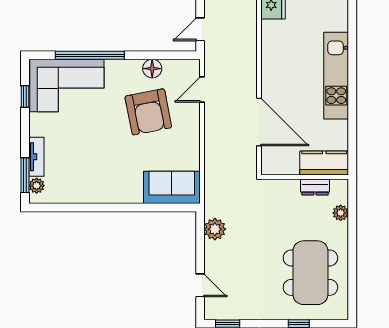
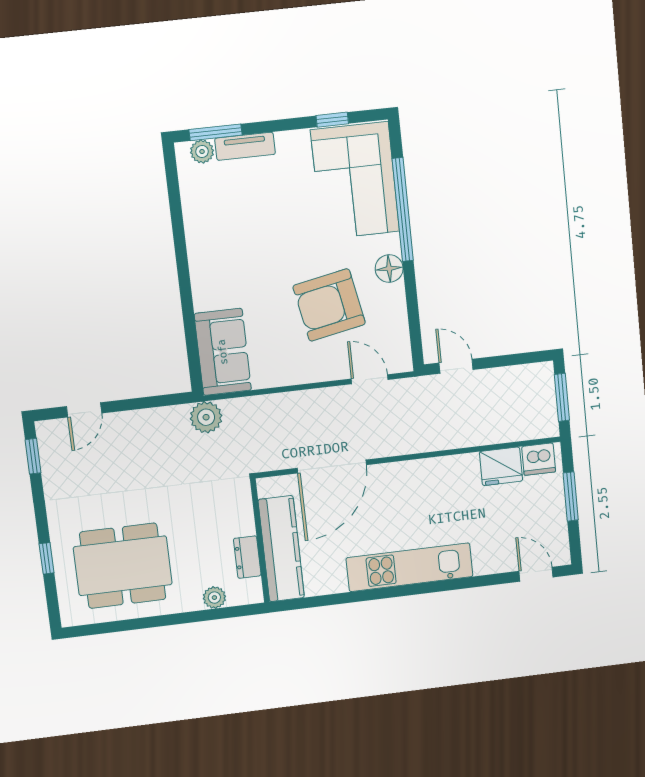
floor lamp: (152, 69) -> (389, 269), moved
kitchen counter: (324, 163) -> (281, 549), width x1.50
plant: (215, 229) -> (206, 417), moved

